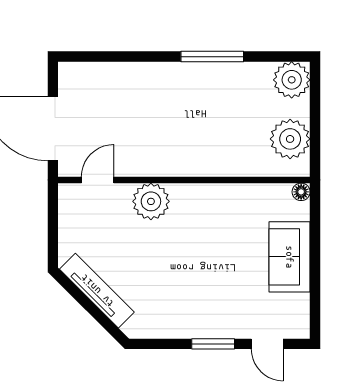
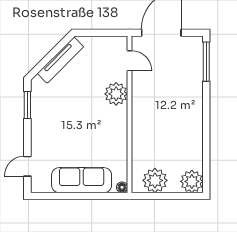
window: (212, 57) -> (206, 62), moved
sofa: (290, 257) -> (82, 180), width x1.36
window: (213, 344) -> (27, 105), moved

